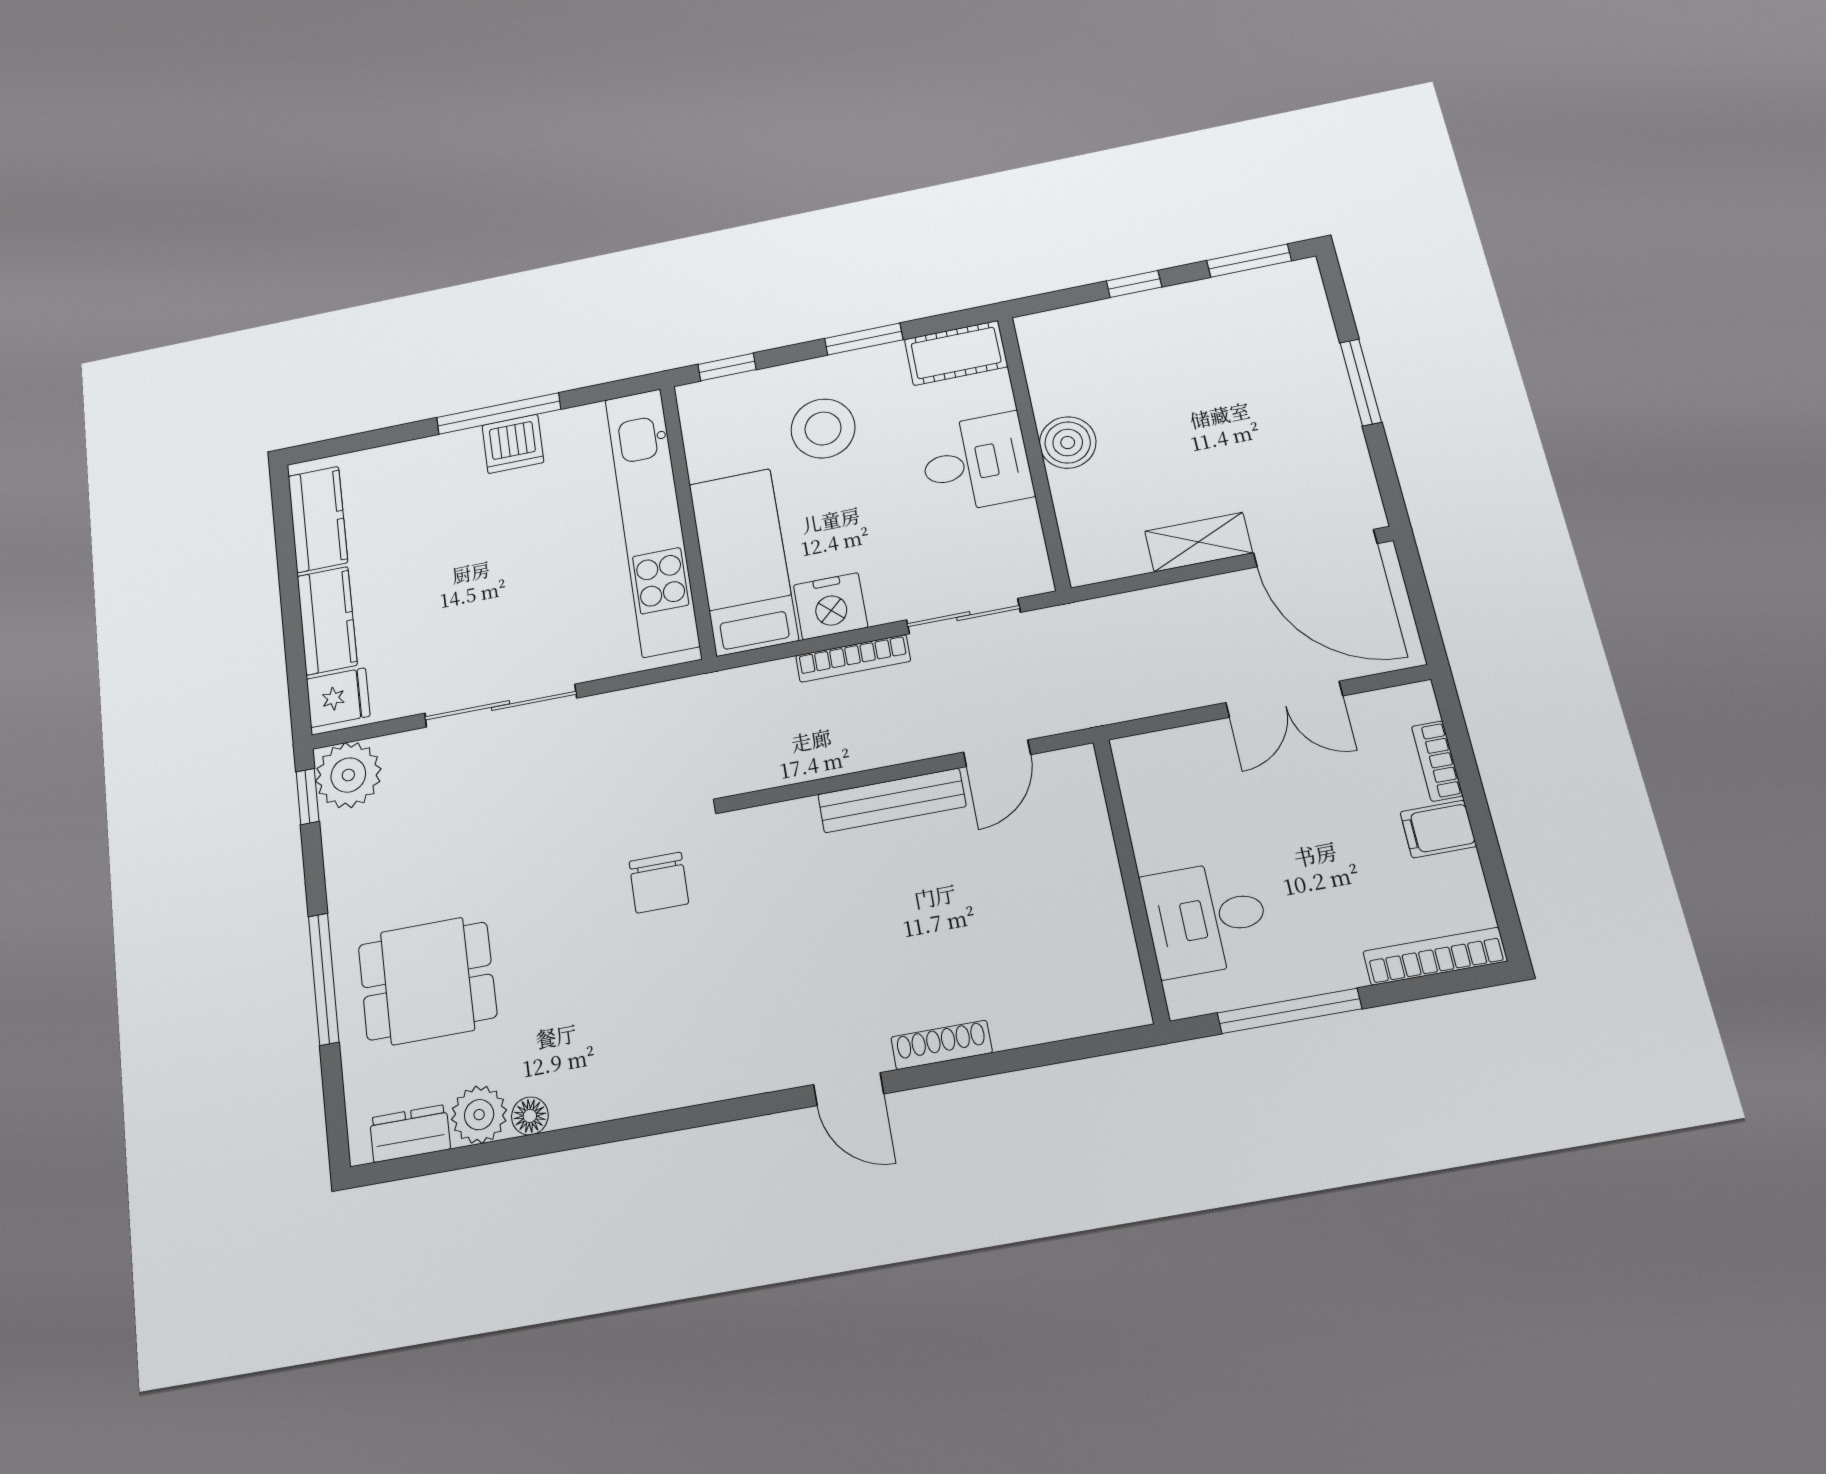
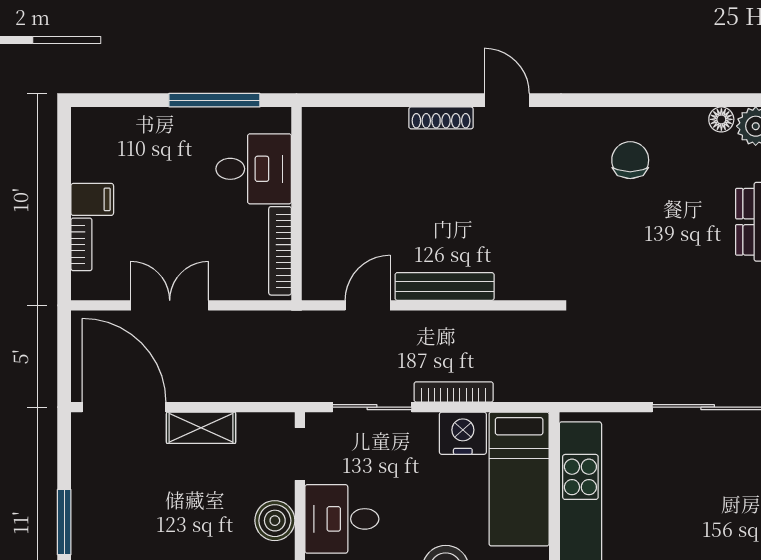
doorway: (1052, 535) -> (300, 454), added
chair: (659, 883) -> (630, 160), moved
bookcase: (1435, 956) -> (280, 251), moved, turned 90

